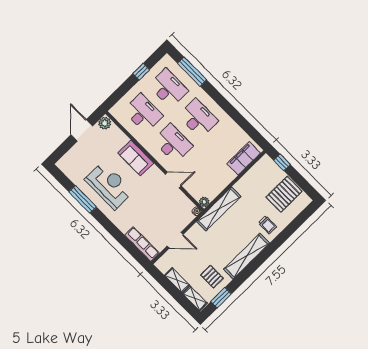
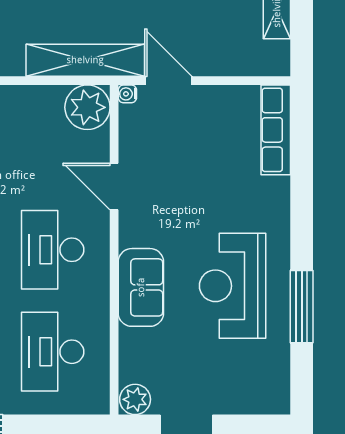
plant: (204, 202) -> (87, 107), width x1.87, depth x1.87
door: (175, 240) -> (168, 81), moved

